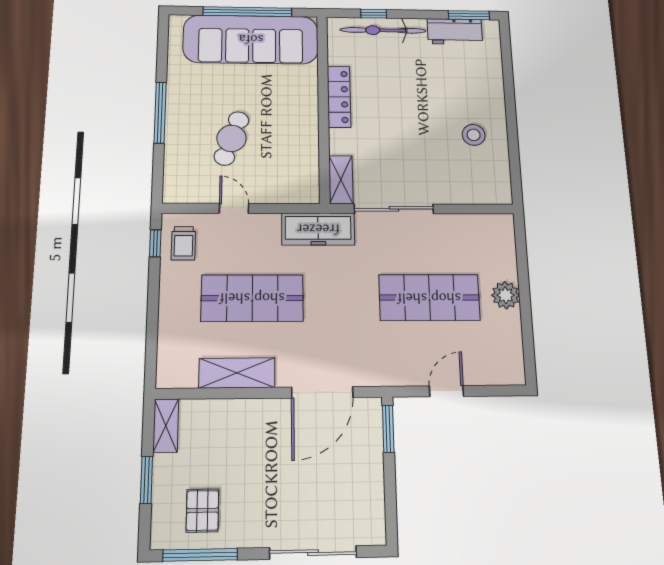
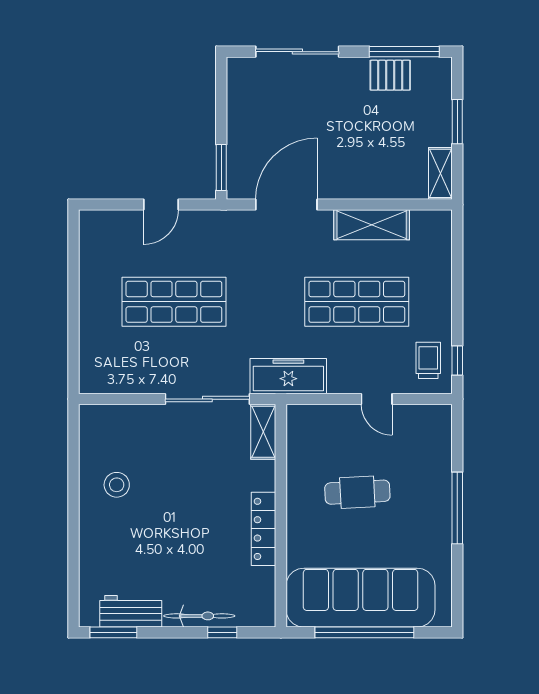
bicycle: (383, 30) -> (199, 616), width x0.73, depth x0.71
cafe table: (231, 138) -> (357, 492), moved, turned 68
plant: (506, 295) -> (94, 304), removed
pallet: (202, 510) -> (390, 75), moved, turned 90

